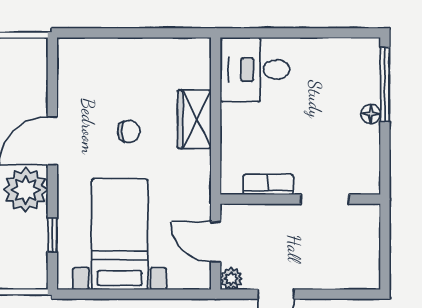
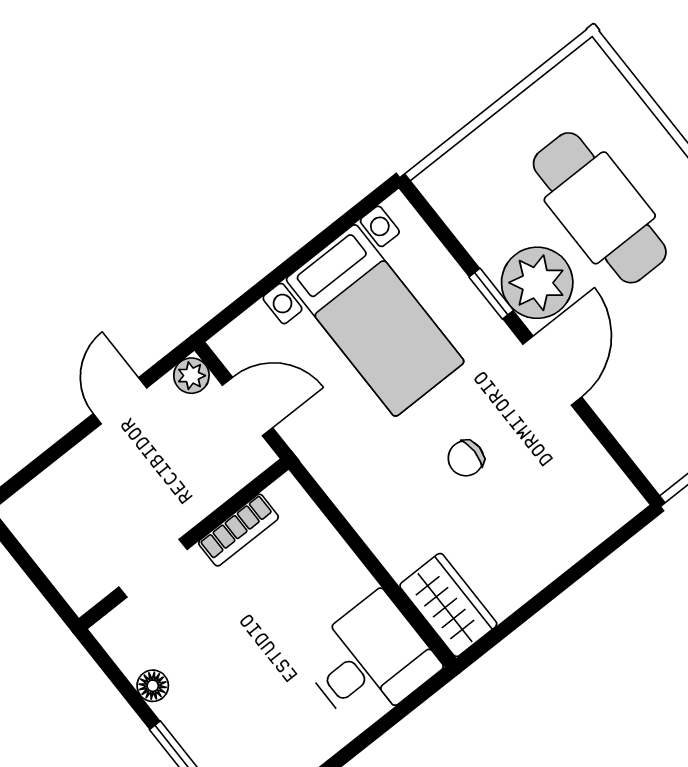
floor lamp: (371, 114) -> (153, 686), moved
wardrobe: (194, 119) -> (448, 605), moved
window: (52, 235) -> (491, 294), moved

